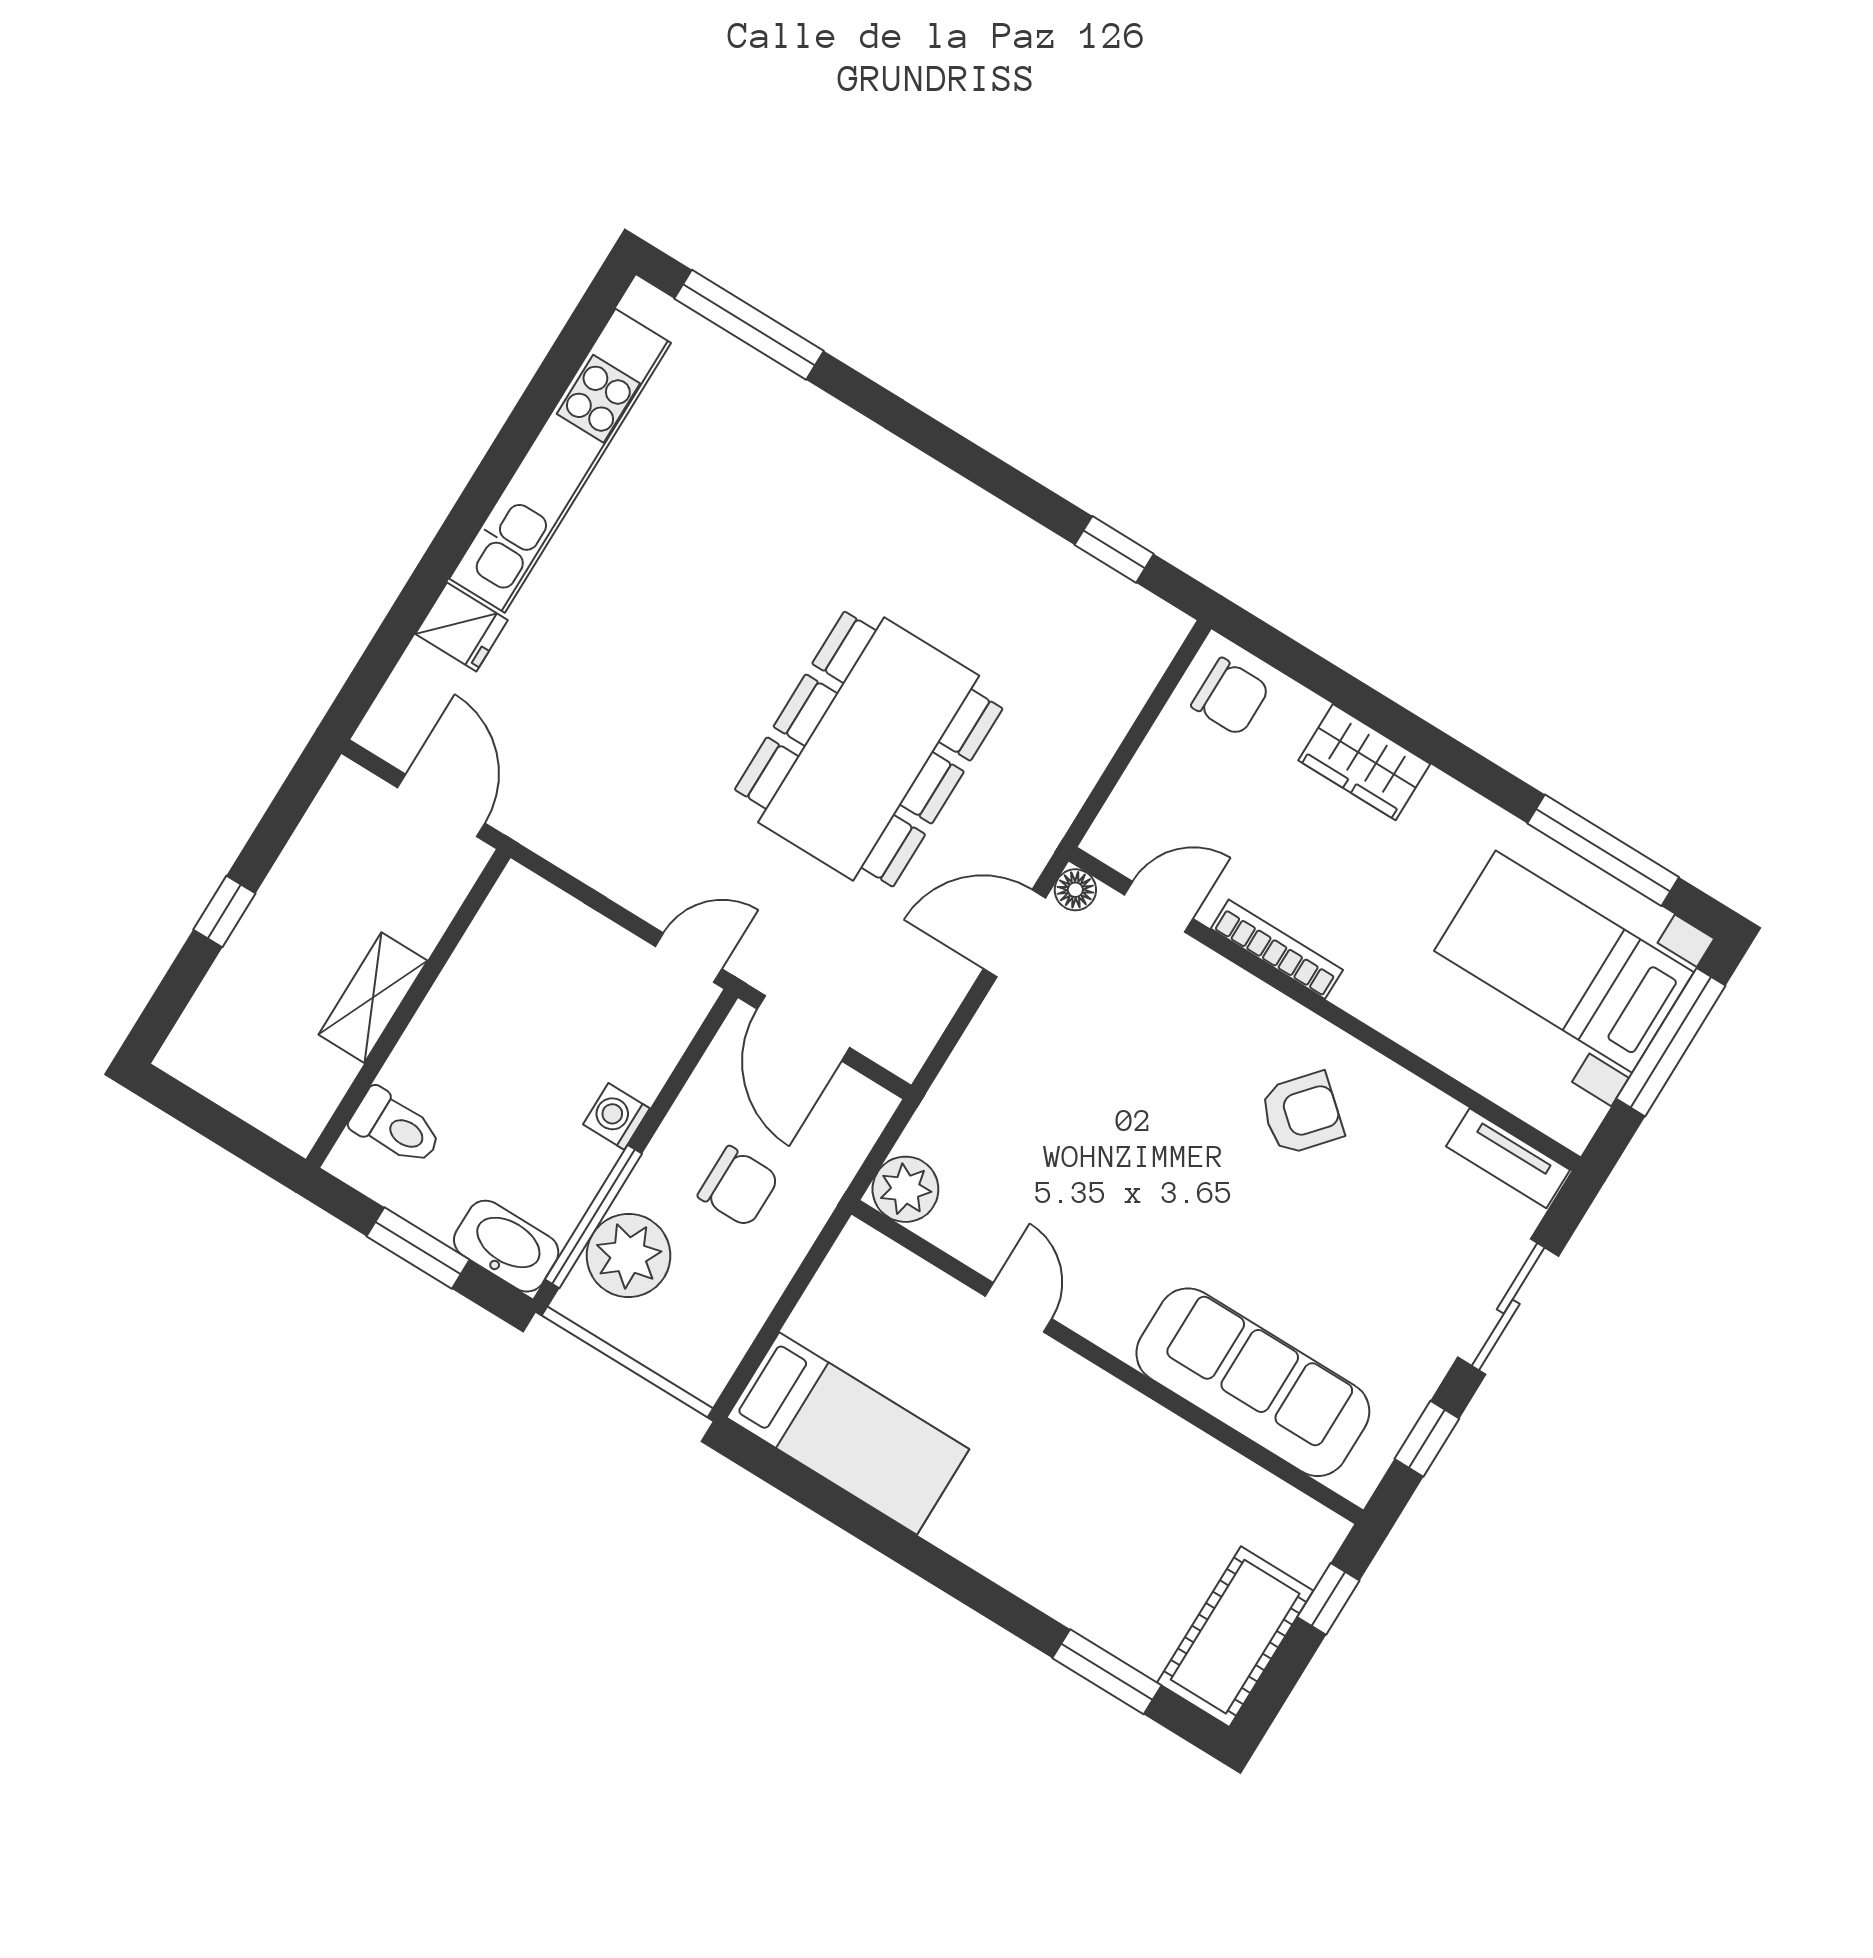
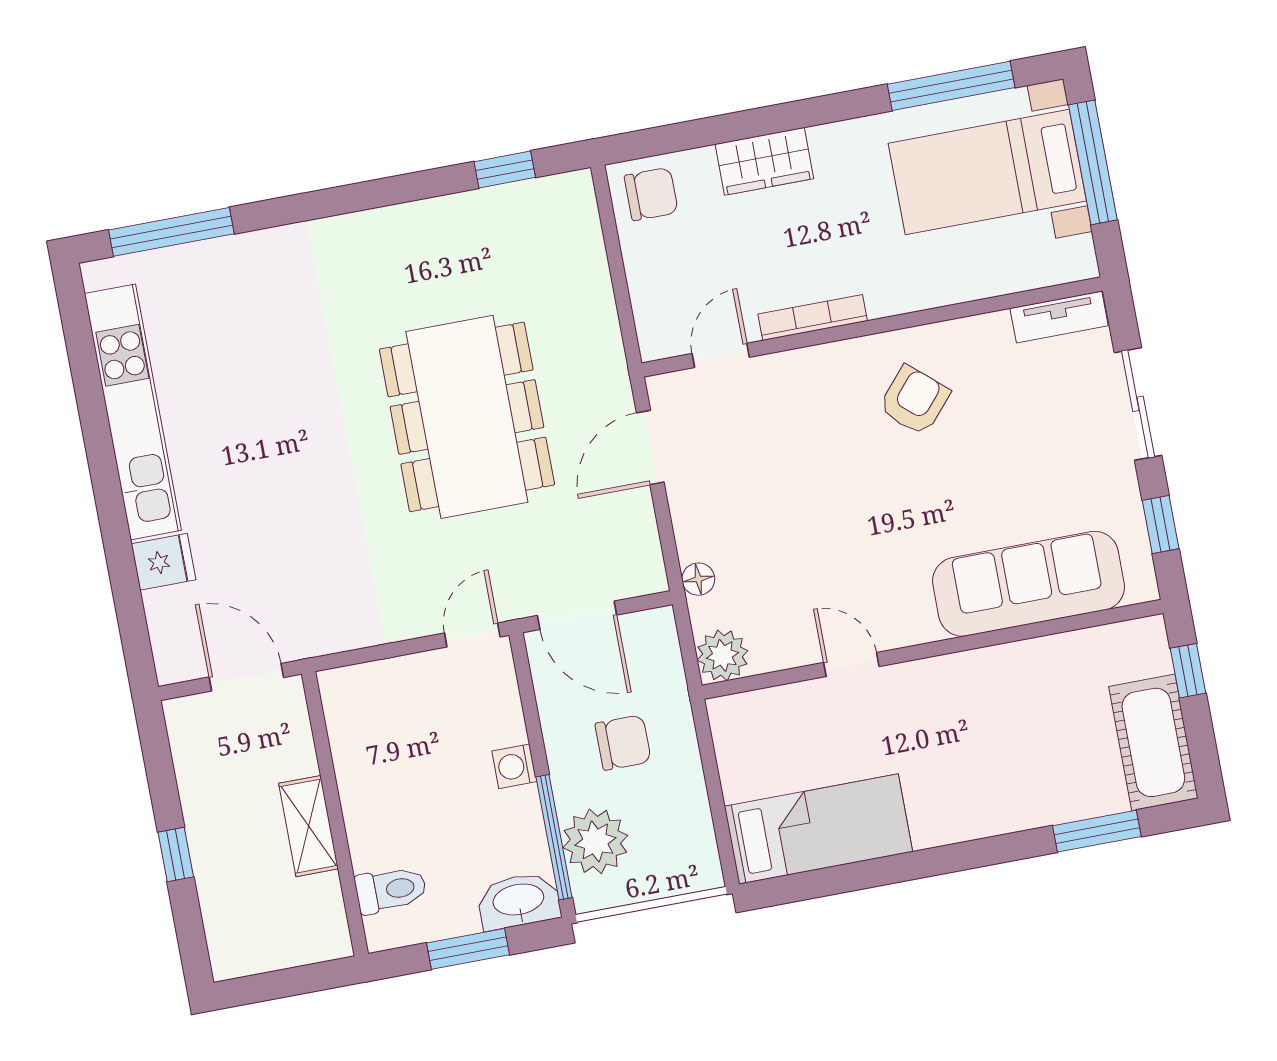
floor lamp: (1075, 890) -> (698, 579), moved

